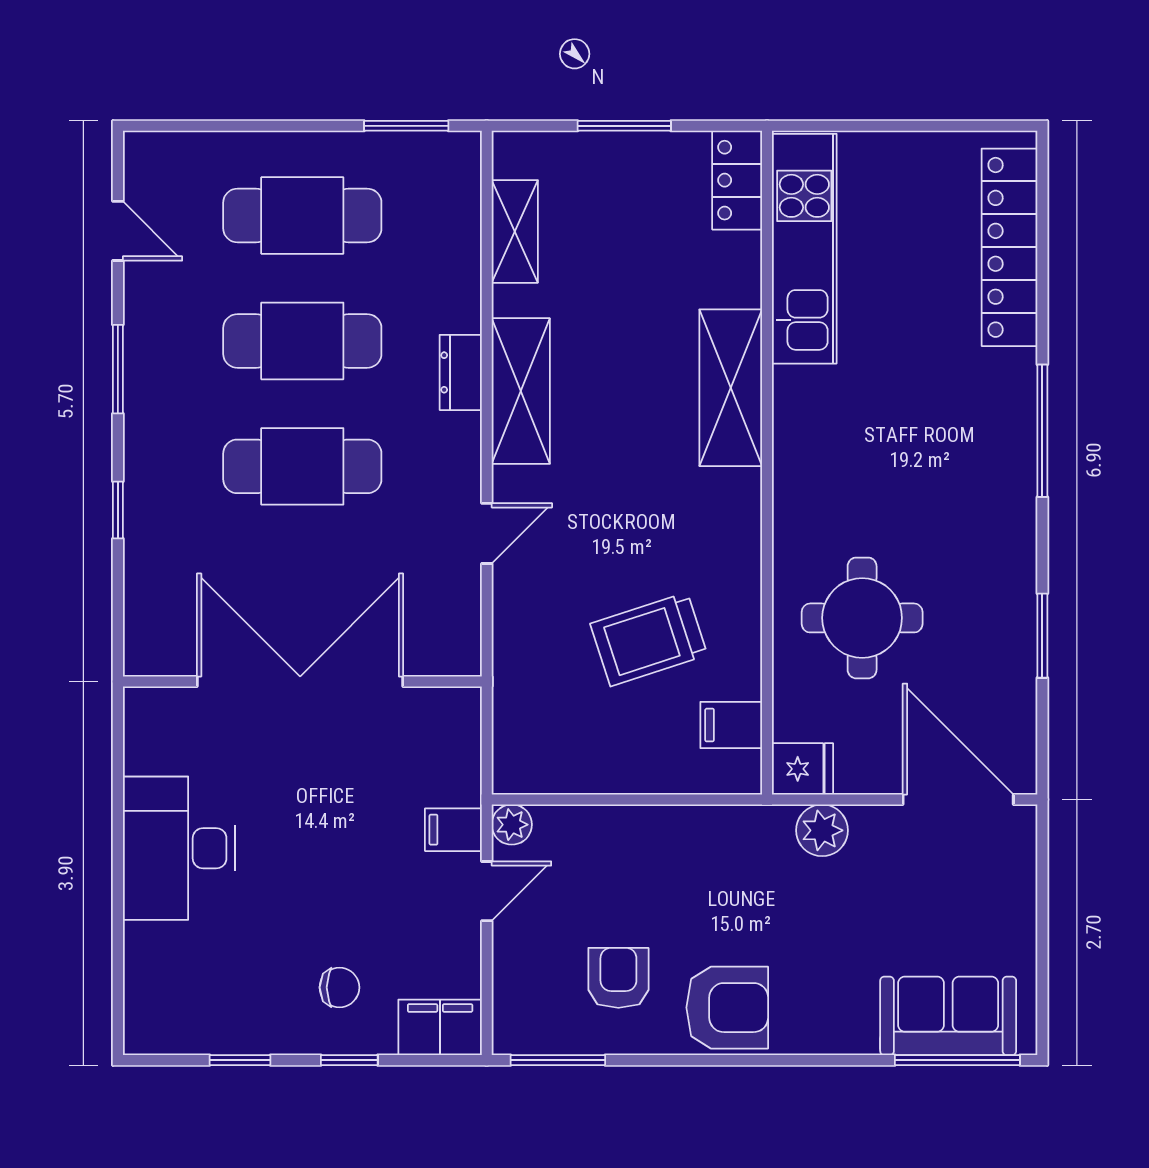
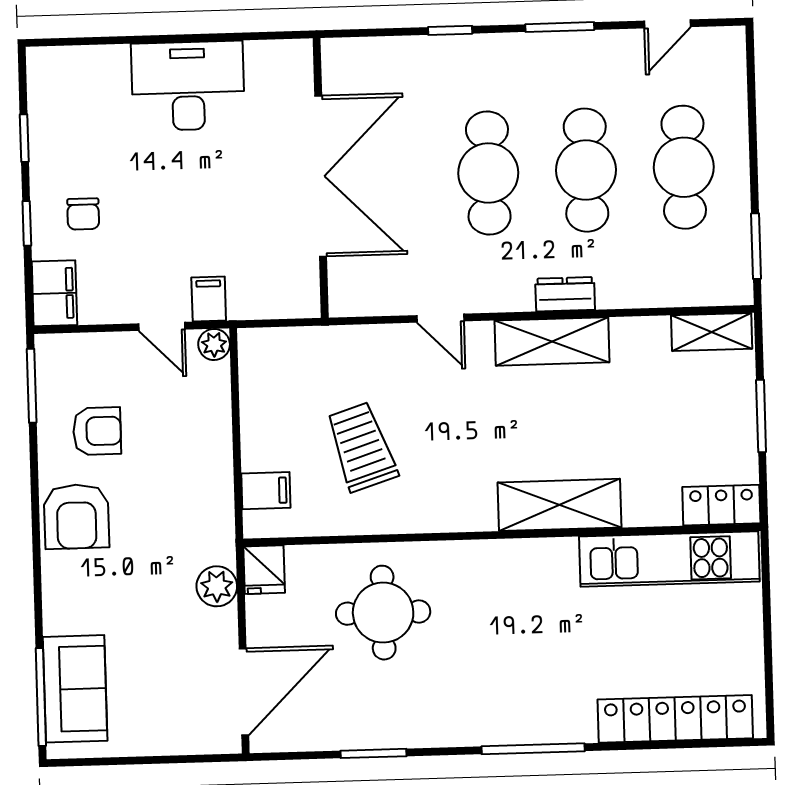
shelving: (515, 231) -> (712, 332), moved
filing cabinet: (731, 725) -> (266, 491), moved, turned 90

